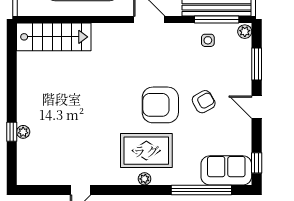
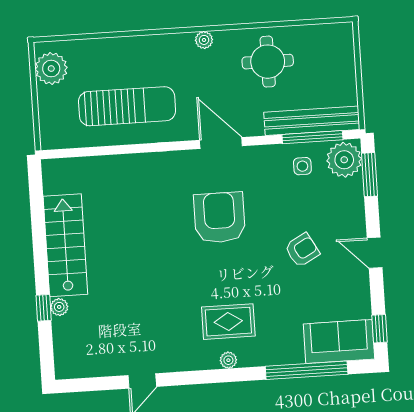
plant: (245, 32) -> (344, 160), width x1.87, depth x1.87
stairs: (54, 37) -> (65, 245), moved, turned -90
window: (257, 64) -> (370, 175), moved
armchair: (160, 105) -> (219, 217), moved, turned 90
rug: (146, 151) -> (228, 322), width x0.73, depth x0.70

